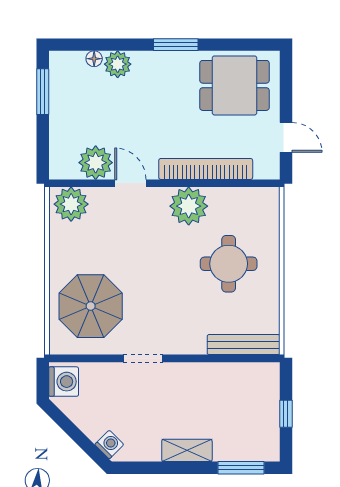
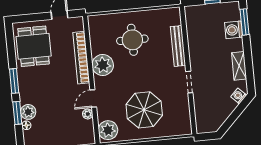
window: (118, 45) -> (17, 113), added
plant: (96, 163) -> (88, 114), width x0.53, depth x0.53
parasol: (91, 306) -> (144, 110), moved
bench: (244, 345) -> (178, 46), moved
washing machine: (64, 382) -> (234, 30), moved, turned -90
shelving: (187, 450) -> (239, 66), moved

